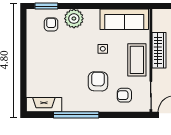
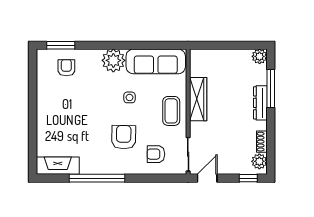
plant: (74, 19) -> (113, 60), moved
coffee table: (137, 60) -> (171, 111), width x0.73, depth x0.76

